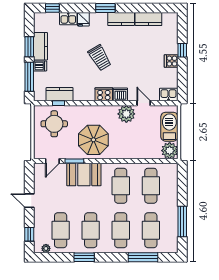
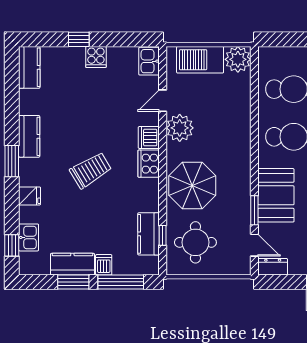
kitchen sink: (68, 19) -> (29, 237), moved
kitchen counter: (148, 19) -> (29, 67), moved
parasol: (93, 140) -> (192, 185), moved
dresser: (39, 173) -> (273, 267), added

